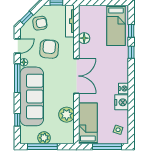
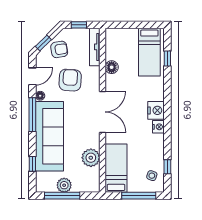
window: (131, 52) -> (167, 167), moved
nightstand: (122, 102) -> (156, 110), moved

